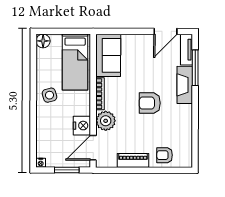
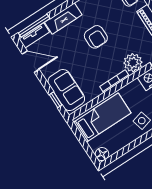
window: (118, 31) -> (56, 100), added
sofa: (108, 55) -> (66, 90), moved, turned 90
window: (195, 68) -> (34, 26), moved

